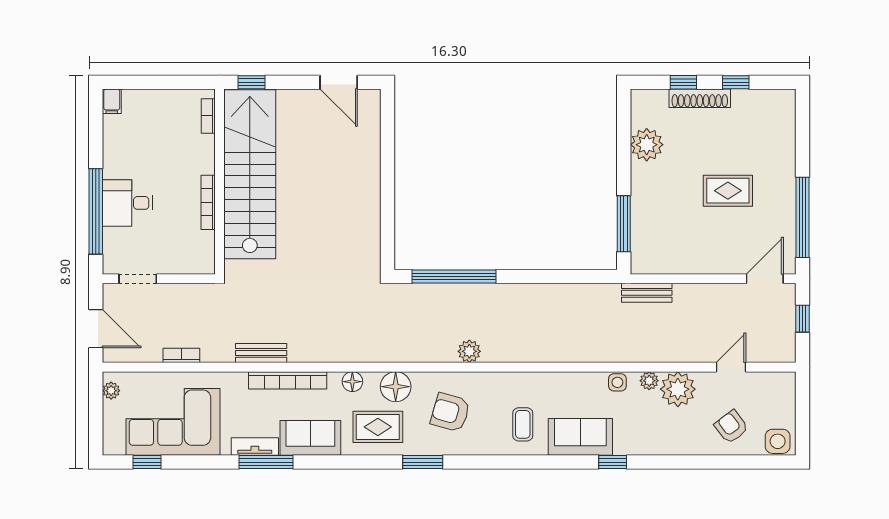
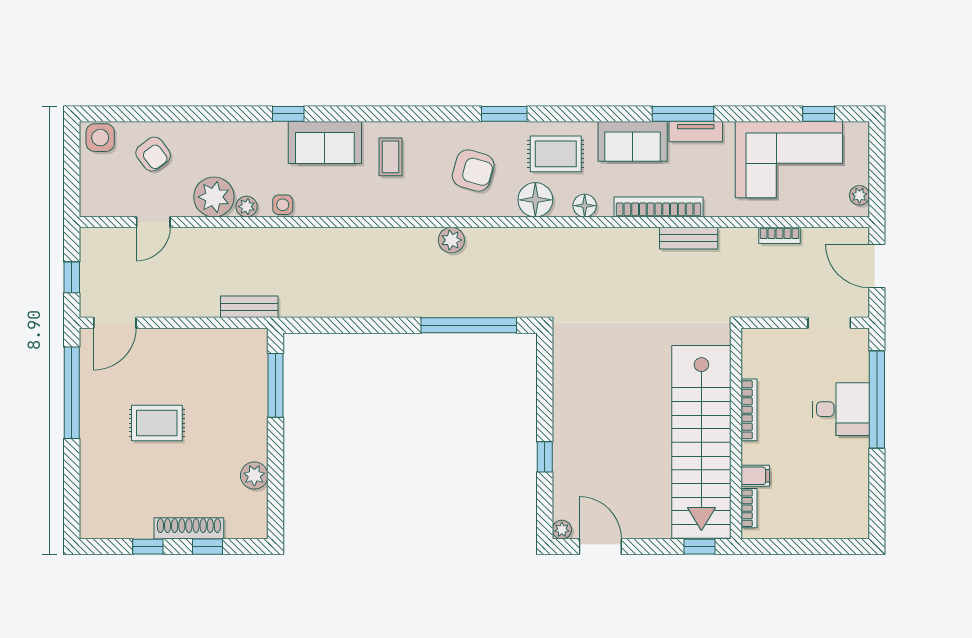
plant: (372, 97) -> (562, 530), added
filing cabinet: (112, 101) -> (755, 476), moved, turned 90
plant: (647, 145) -> (254, 475), width x0.73, depth x0.73
window: (387, 161) -> (545, 457), added

